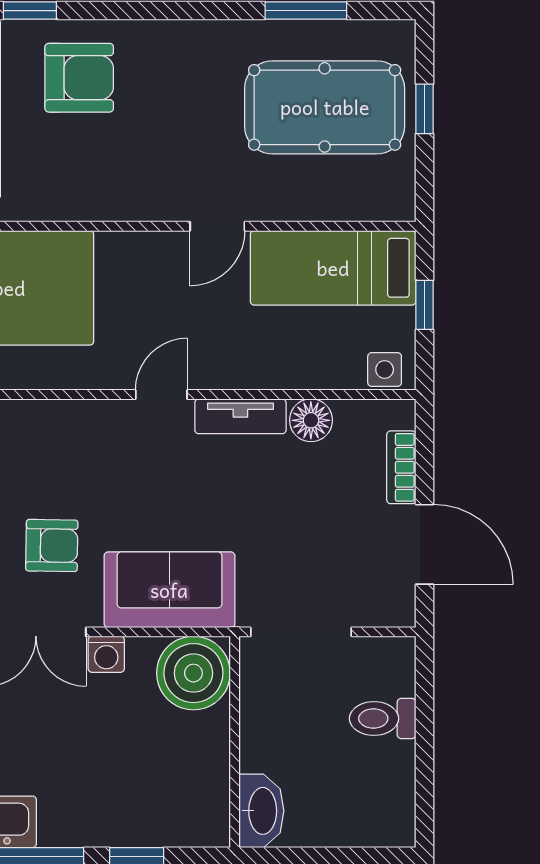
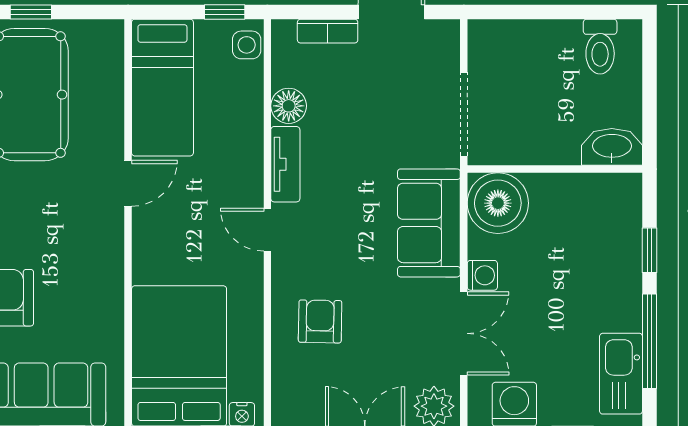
door: (217, 226) -> (128, 183), hinge flipped
window: (424, 305) -> (225, 12), moved
armchair: (52, 545) -> (320, 321), moved
toilet: (383, 718) -> (600, 47), moved

